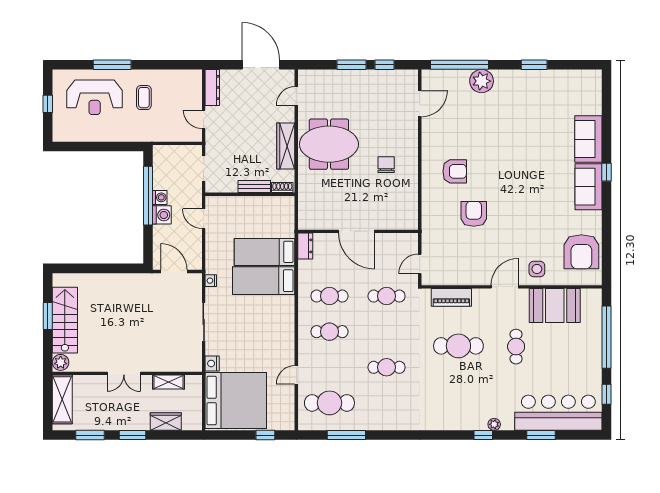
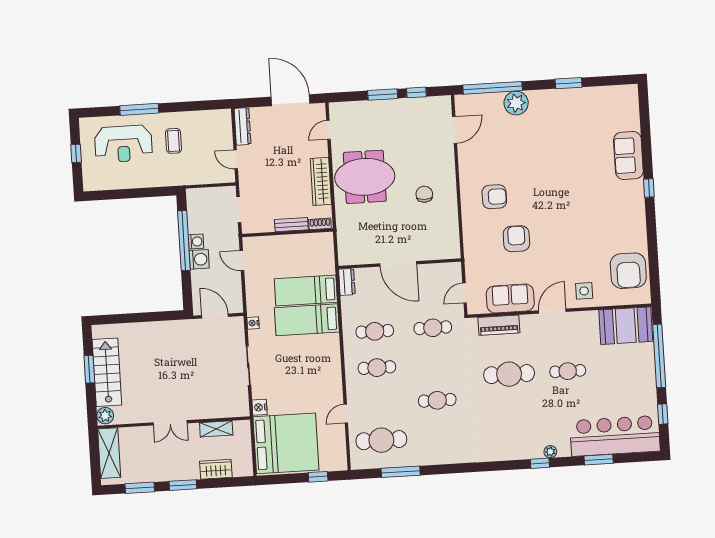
sofa: (589, 187) -> (510, 299), moved, turned 90
booth: (555, 306) -> (626, 326), moved
cafe table: (516, 347) -> (568, 371), turned 90

